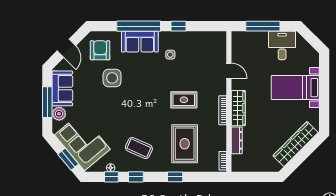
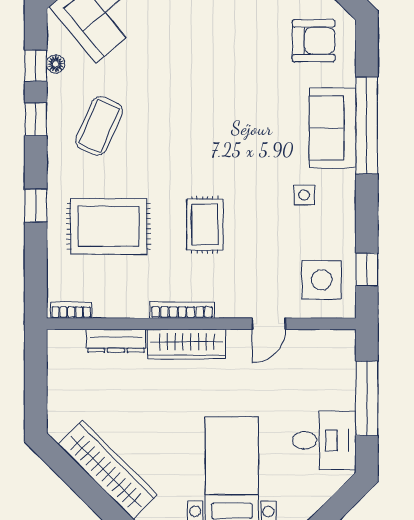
window: (178, 26) -> (367, 269), moved
side table: (112, 78) -> (322, 280), moved

